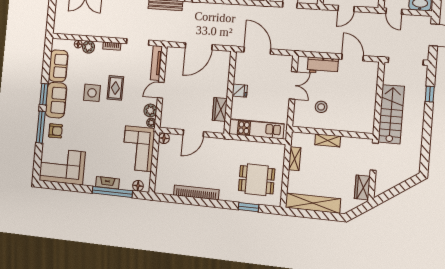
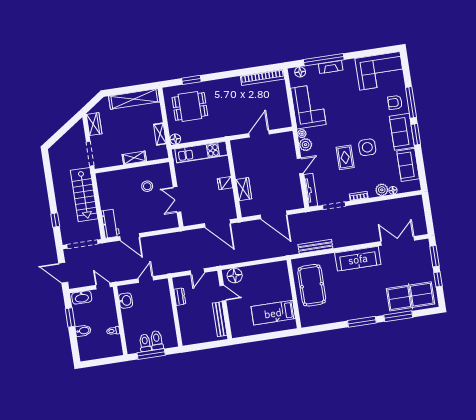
door: (199, 46) -> (274, 215), swing flipped
workbench: (323, 65) -> (110, 224), moved, turned 90
wardrobe: (220, 109) -> (244, 189), moved
floor lamp: (164, 138) -> (175, 139), moved
bookcase: (196, 192) -> (263, 77), moved

